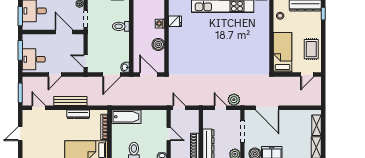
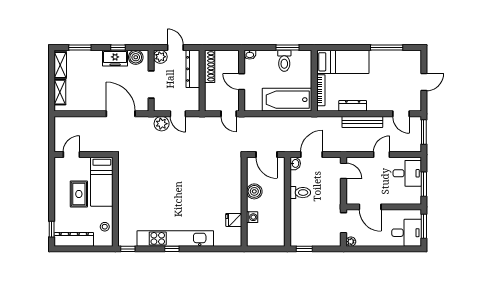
toilet: (121, 26) -> (300, 193), moved
rug: (311, 49) -> (79, 194), moved
bathtub: (126, 117) -> (287, 100), width x1.36, depth x1.36

